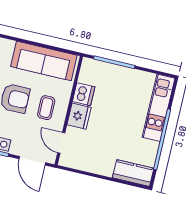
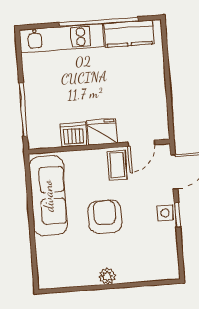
coffee table: (46, 108) -> (117, 165), moved, turned 90
kitchen counter: (133, 173) -> (129, 34), moved, turned -90

